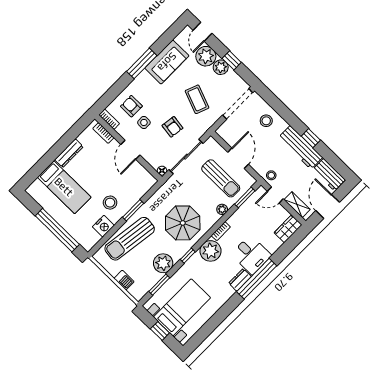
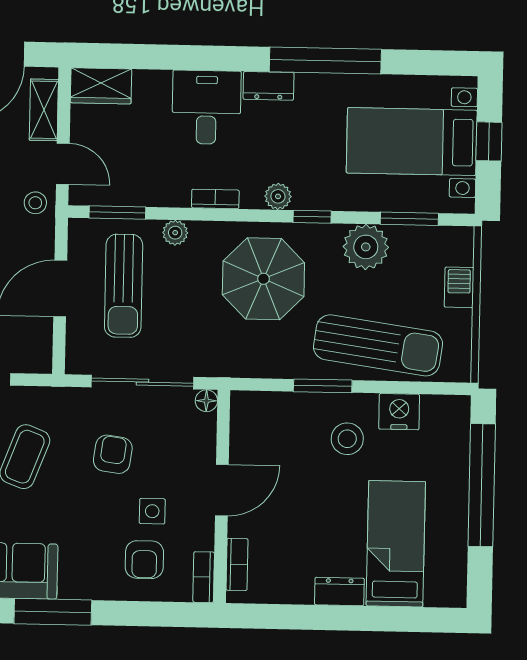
dresser: (69, 153) -> (339, 591), width x0.70
sun lounger: (221, 178) -> (124, 286), turned 180
plant: (211, 251) -> (278, 196), width x0.53, depth x0.53
window: (257, 279) -> (325, 60), moved

